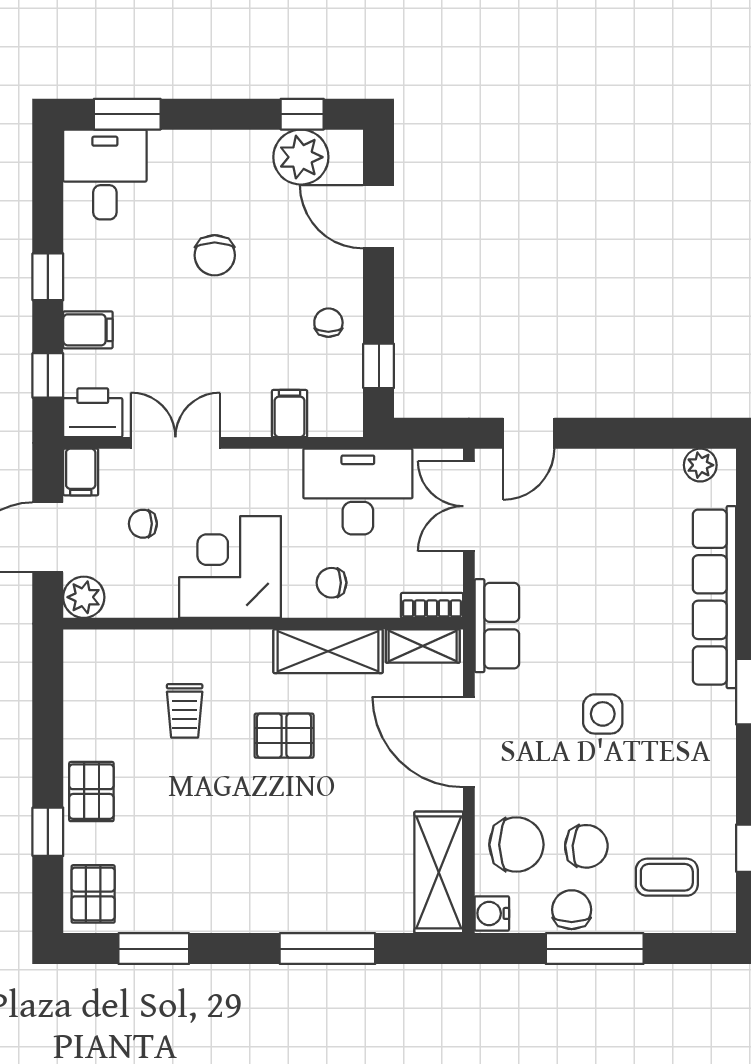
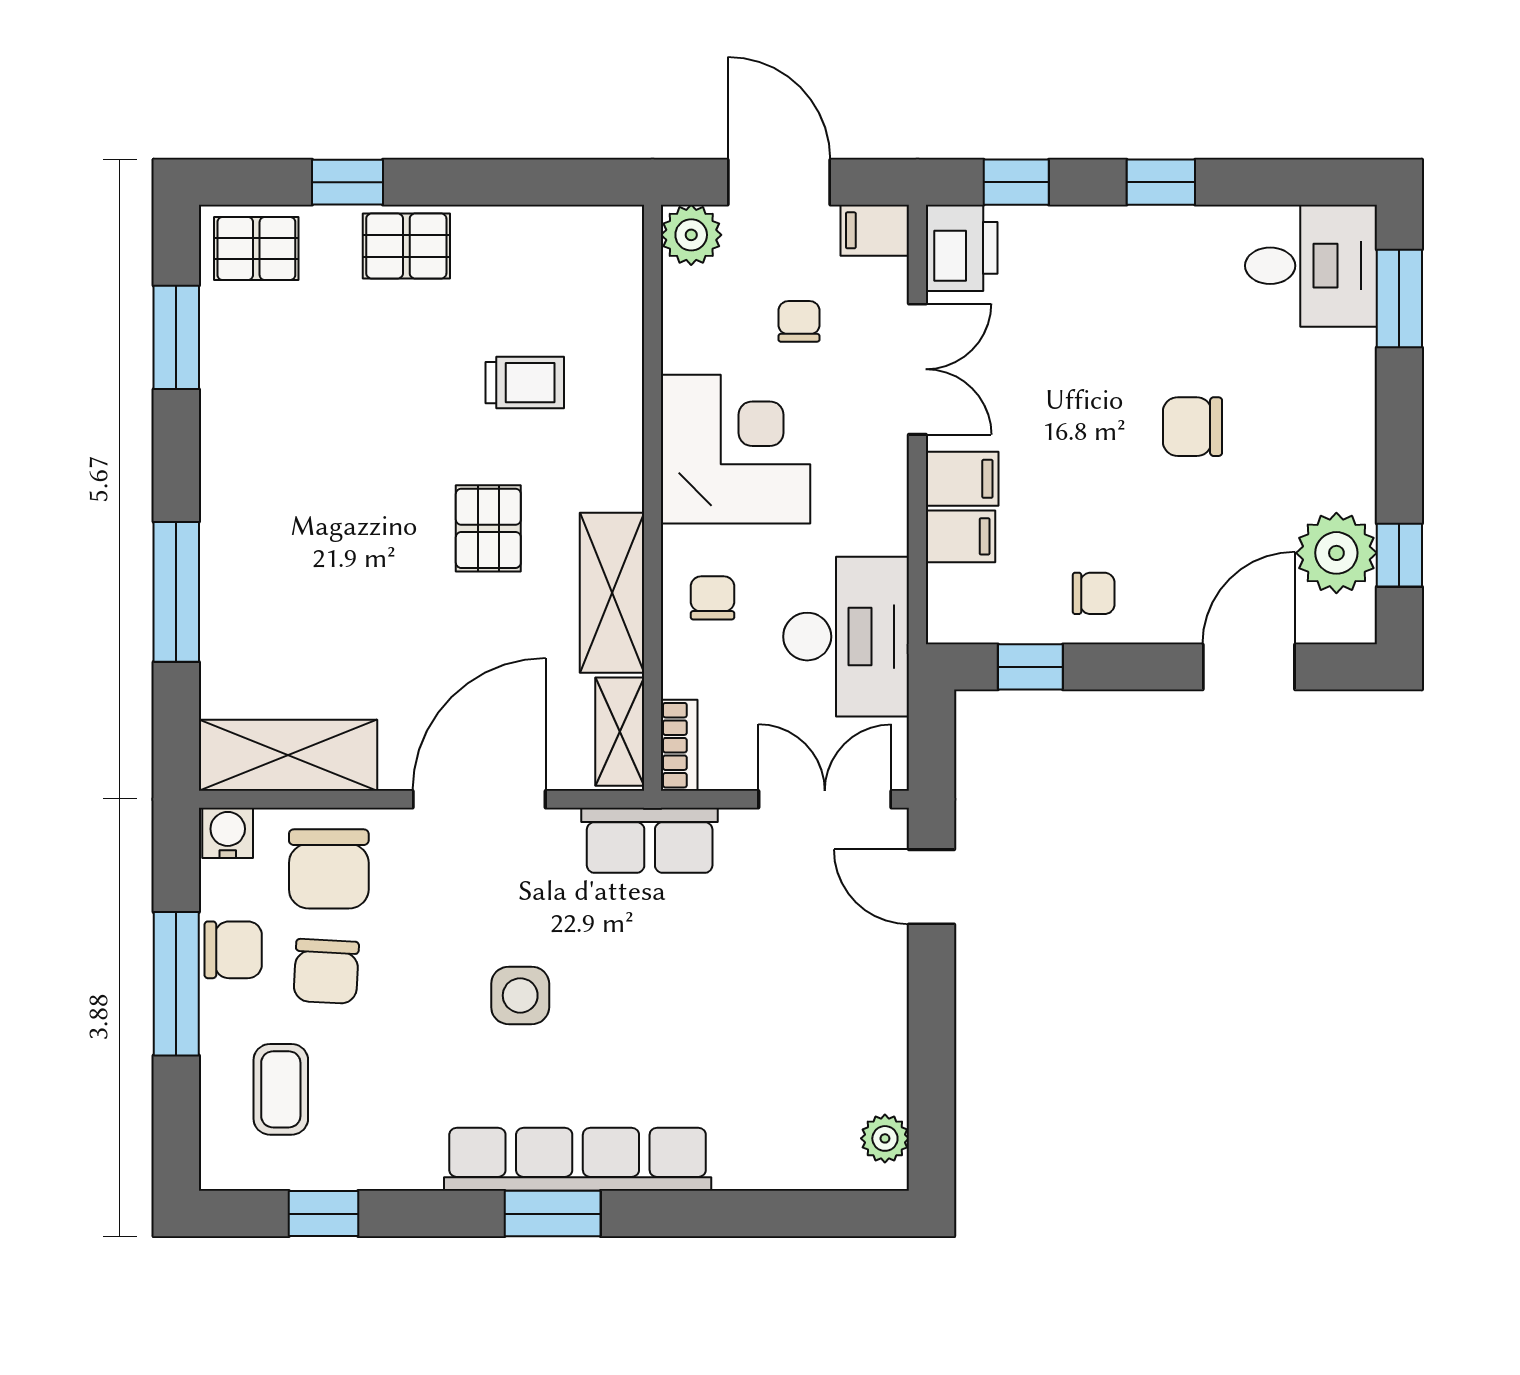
filing cabinet: (88, 330) -> (962, 479), moved, turned -90
row of seats: (715, 597) -> (578, 1159), moved
trolley: (185, 711) -> (525, 383), turned 180

